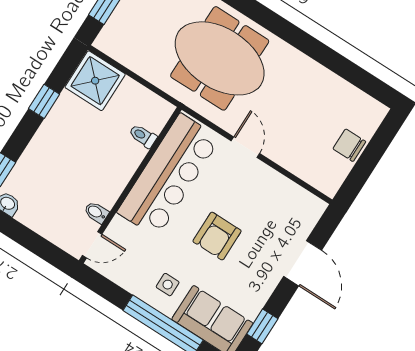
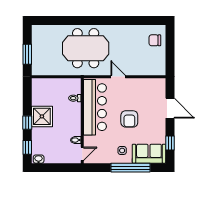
shower: (95, 81) -> (42, 116), moved
window: (44, 101) -> (27, 123), moved
chair: (349, 145) -> (155, 40), moved

